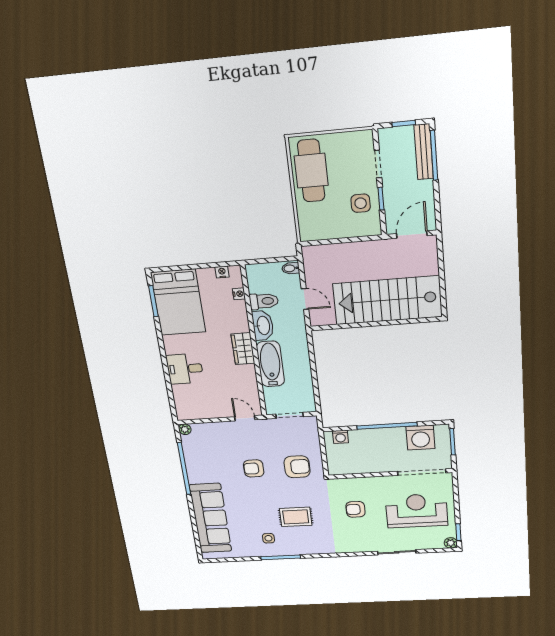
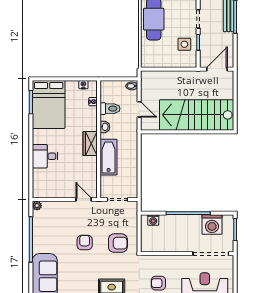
washbasin: (263, 325) -> (105, 127), width x0.52, depth x0.69
armchair: (254, 468) -> (85, 242), turned 90

